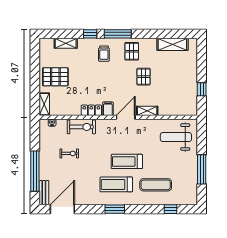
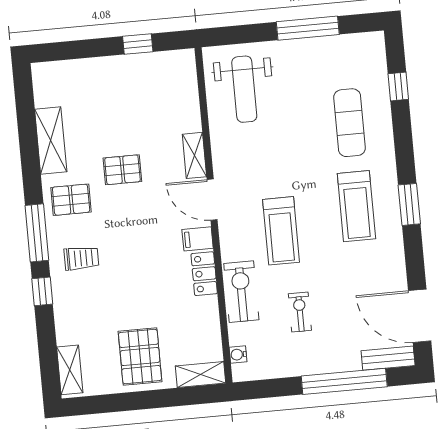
shelving: (66, 43) -> (70, 370), moved
shelving: (172, 44) -> (51, 140), moved
treadmill: (127, 161) -> (281, 231), moved

